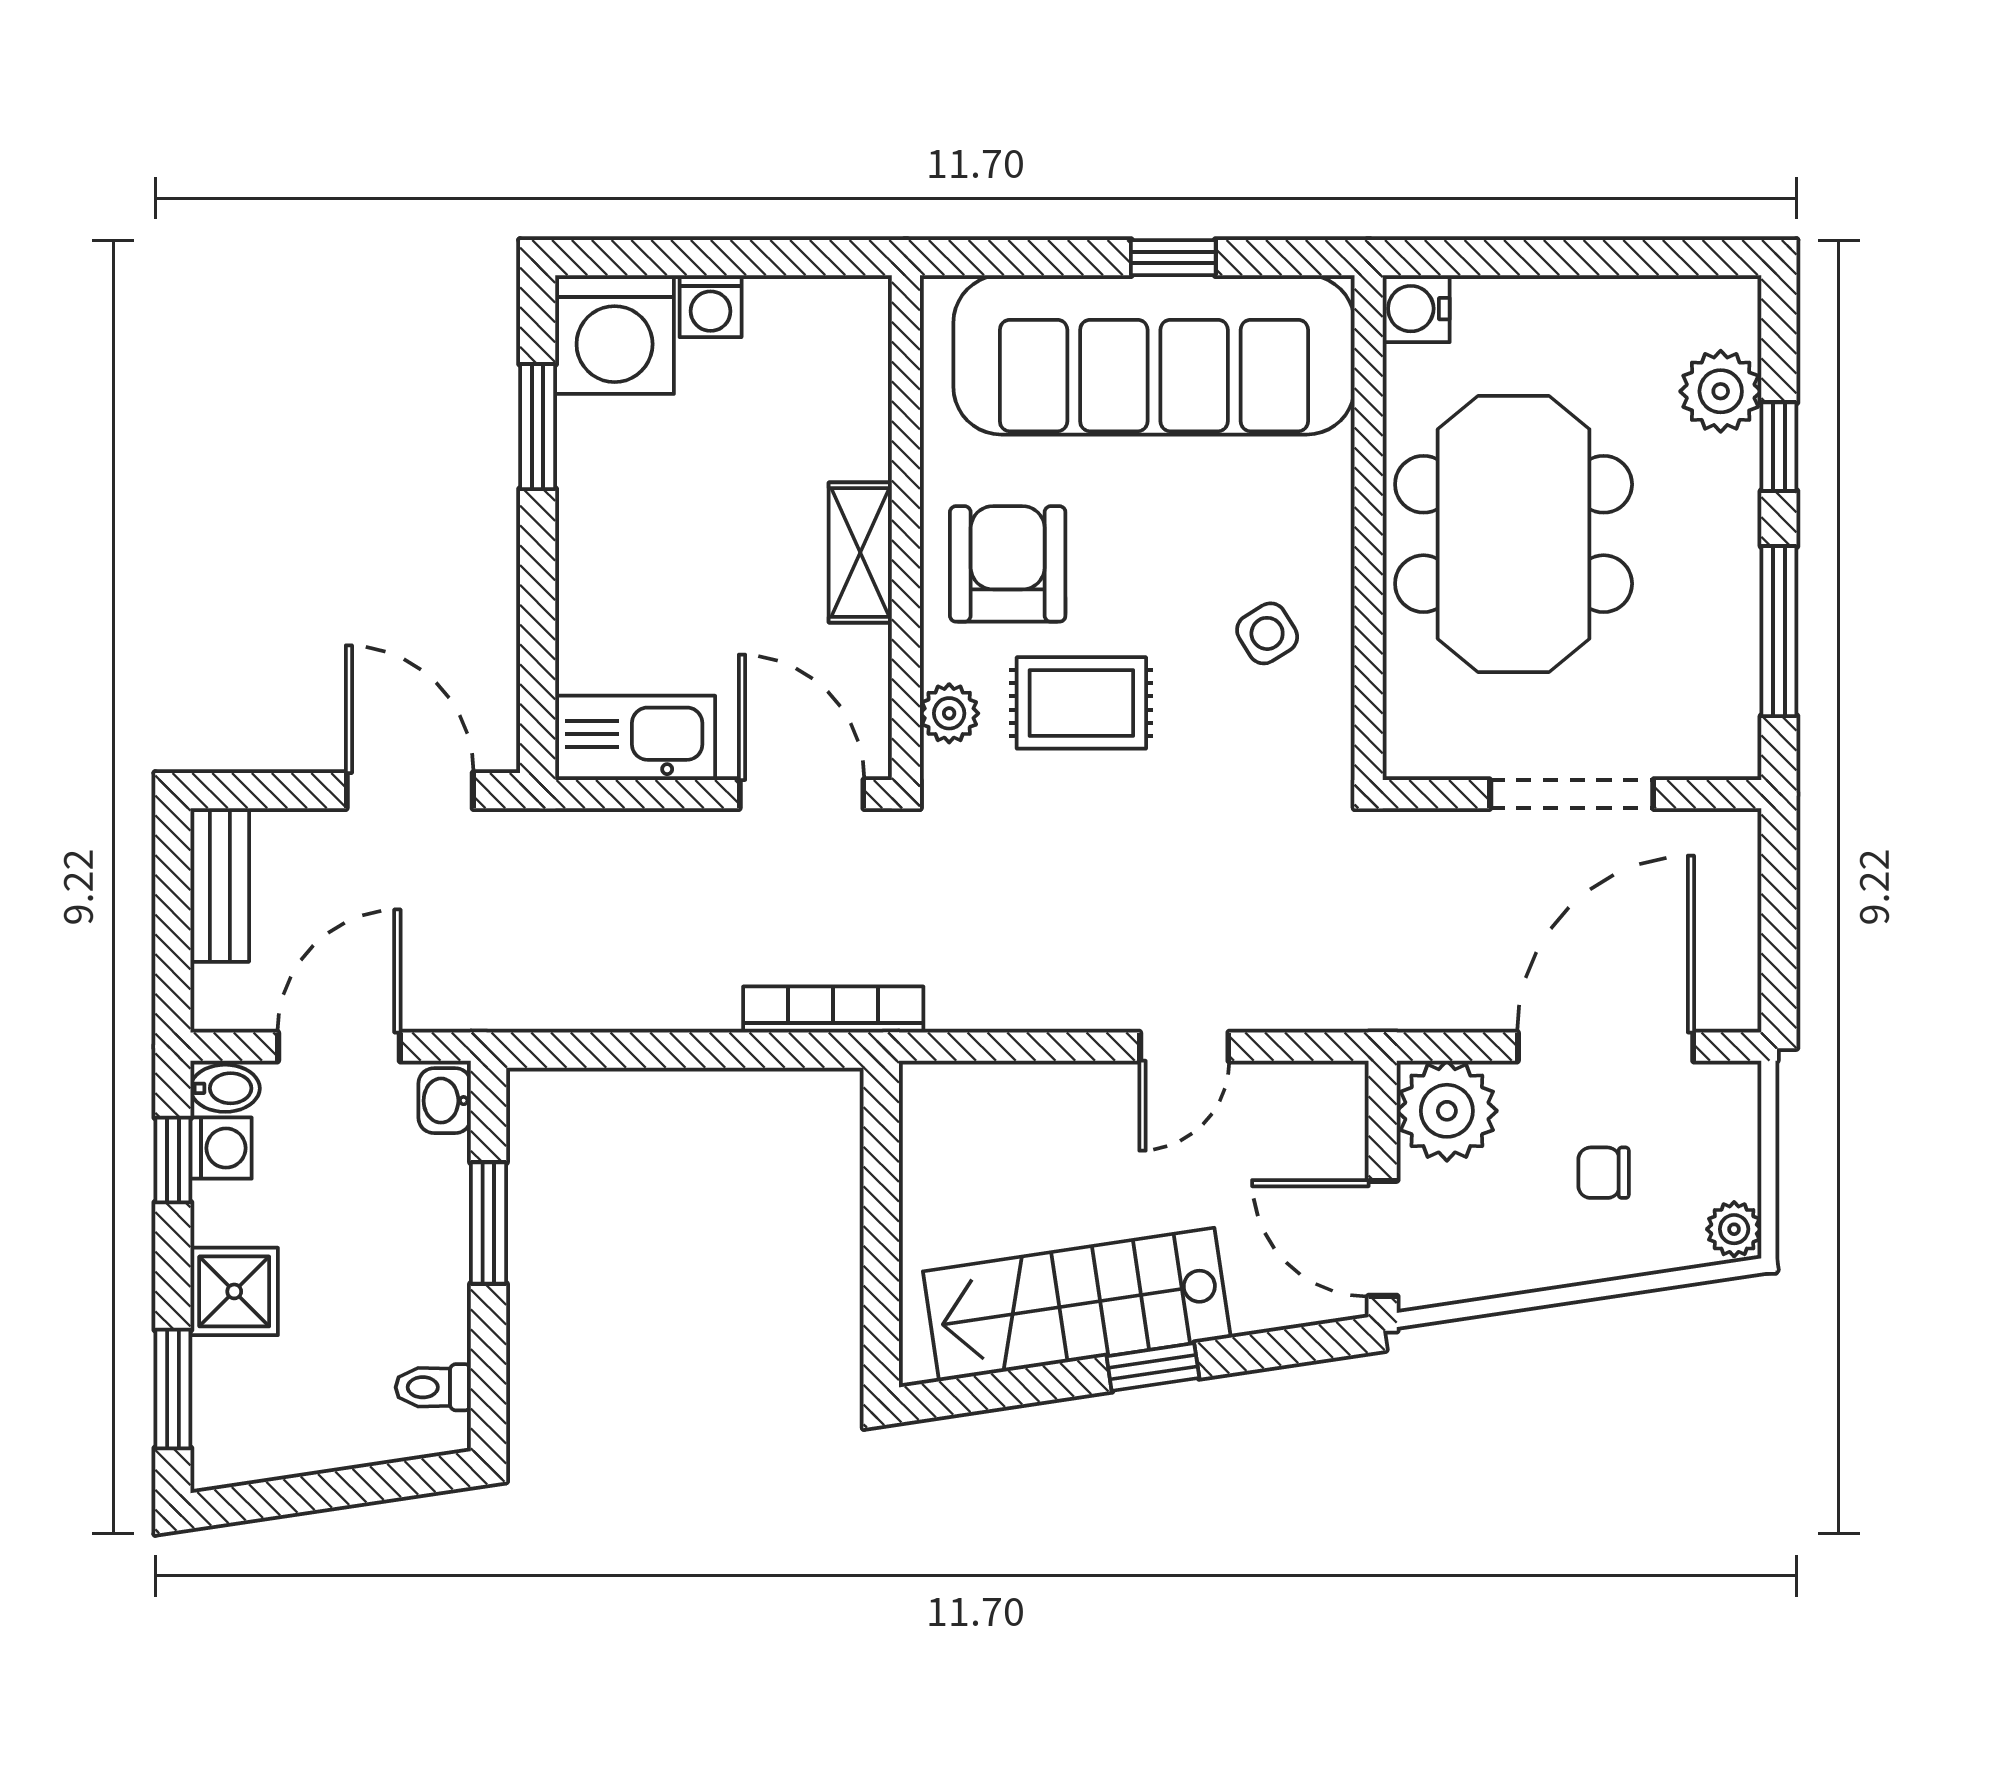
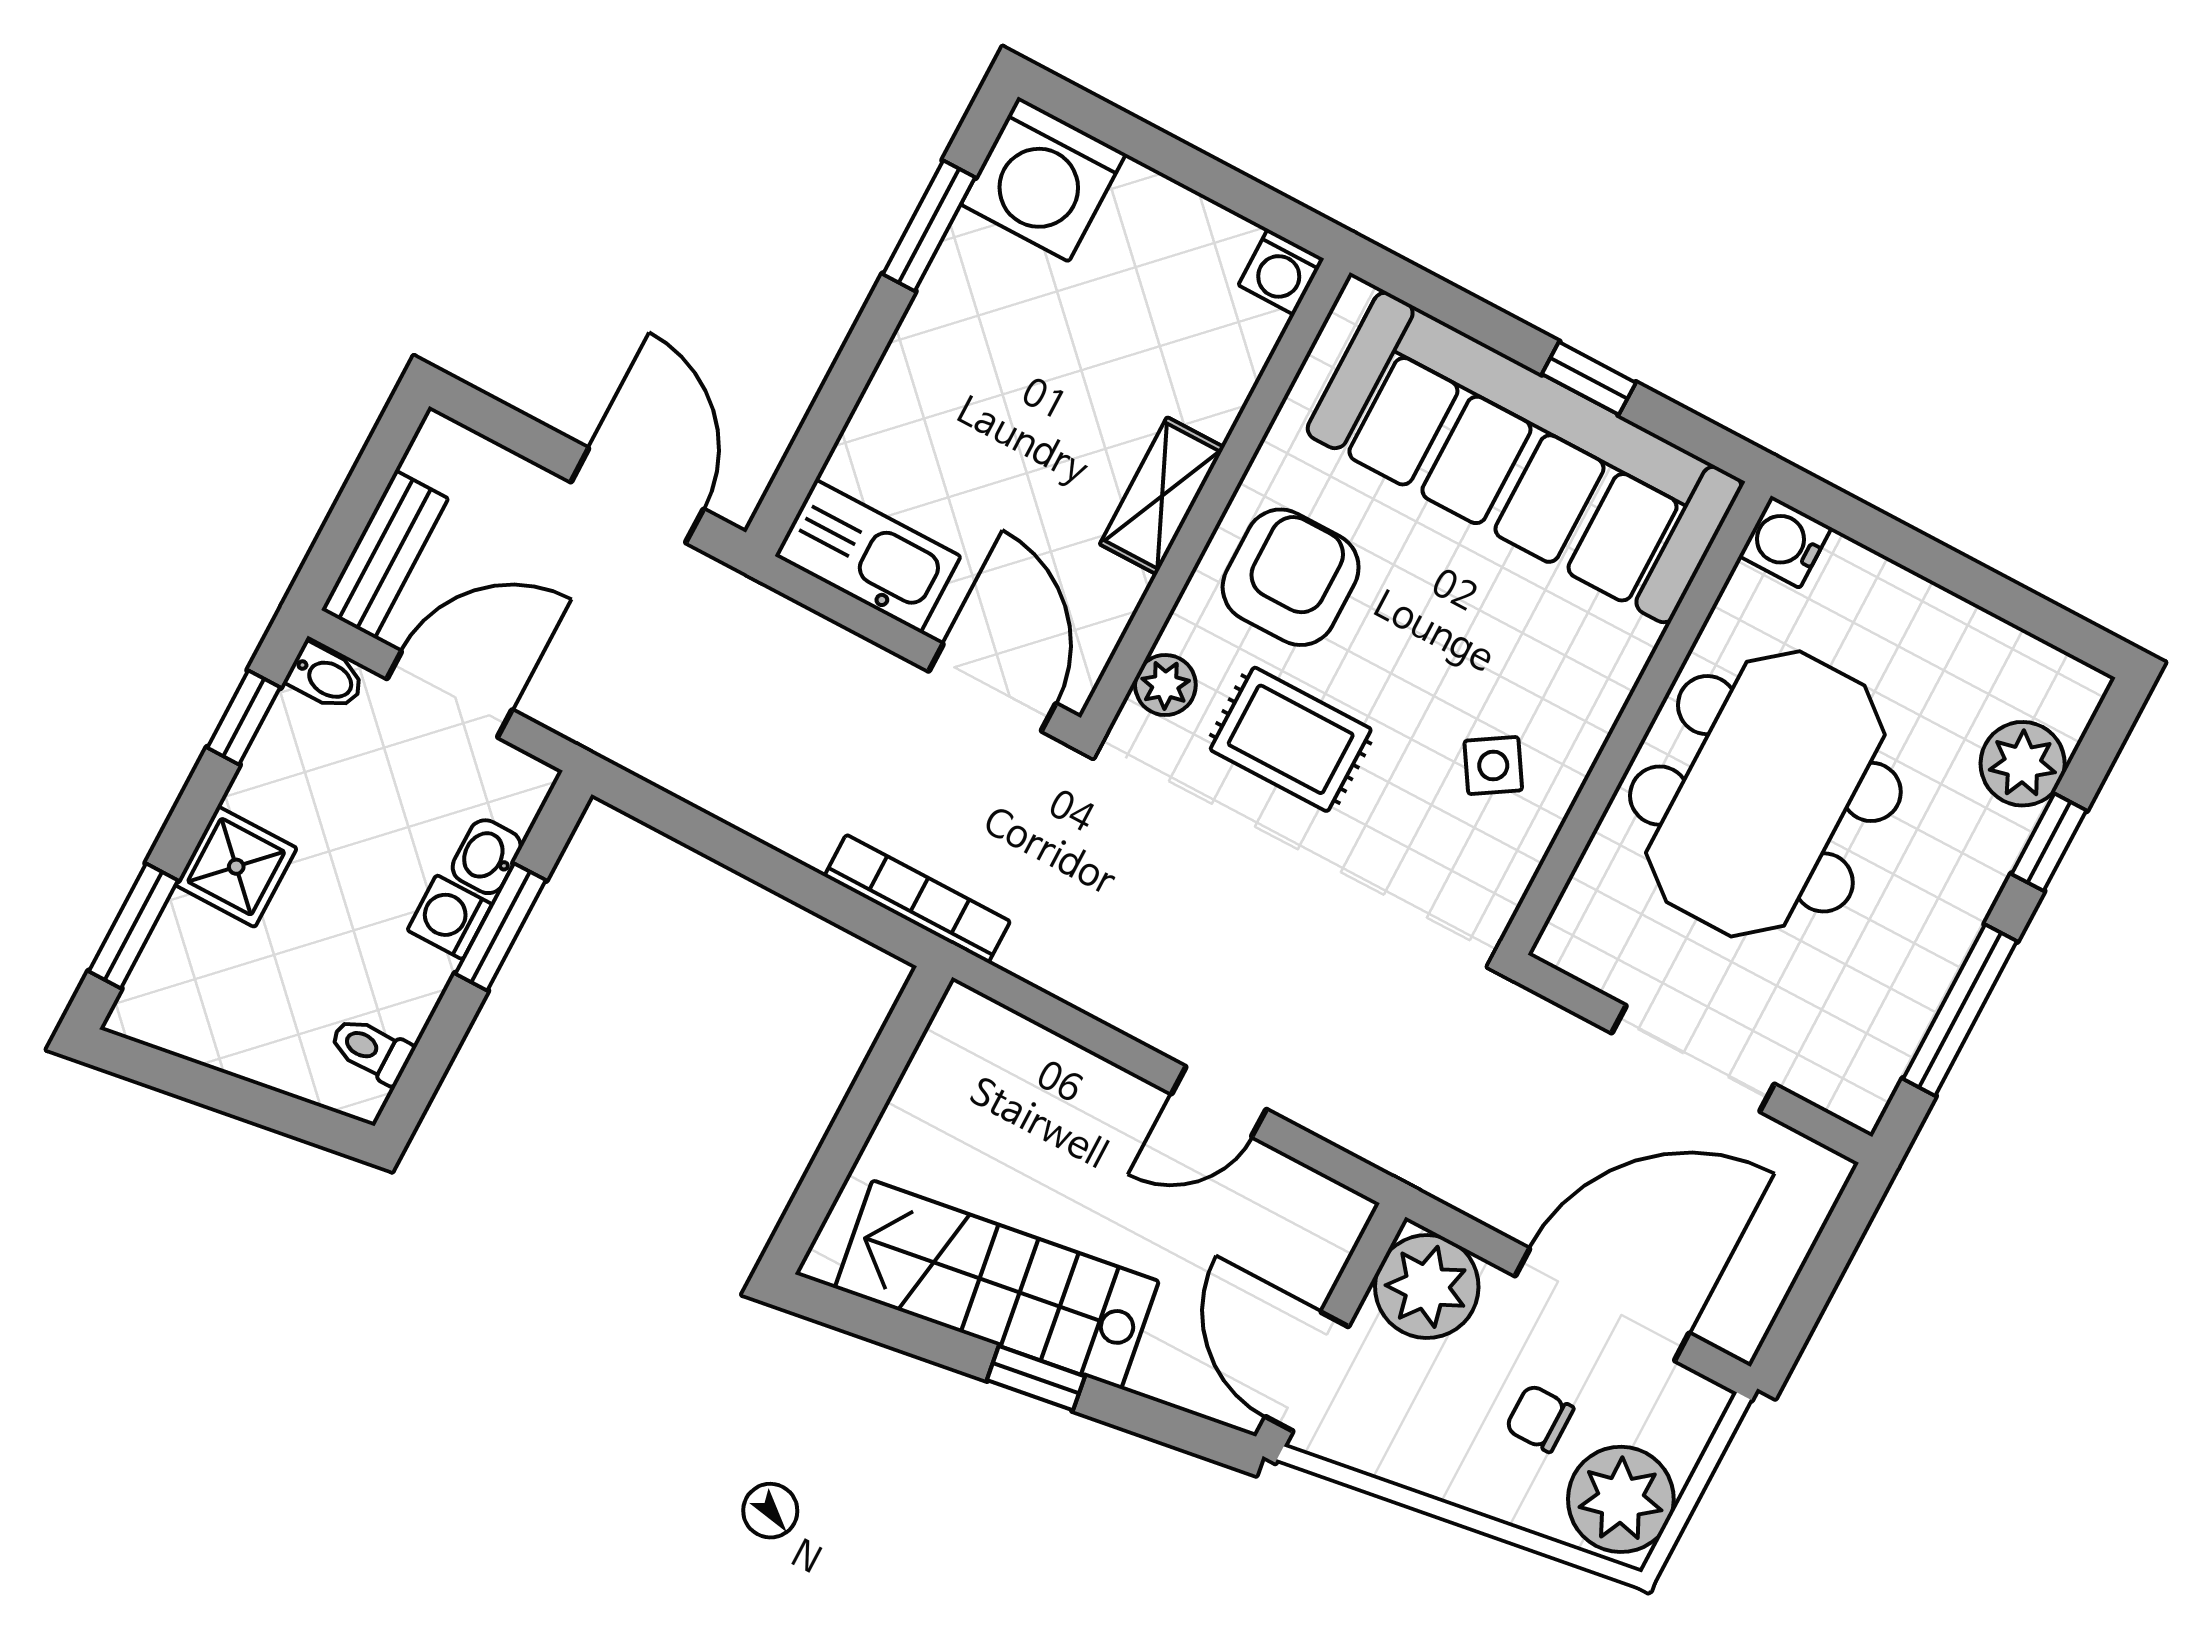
washing machine: (711, 306) -> (1281, 272), moved
bench: (220, 885) -> (385, 554), moved
washbasin: (445, 1101) -> (487, 857), moved
washing machine: (221, 1148) -> (450, 917), moved, turned 180
plant: (1734, 1229) -> (1621, 1499), width x1.88, depth x1.88

